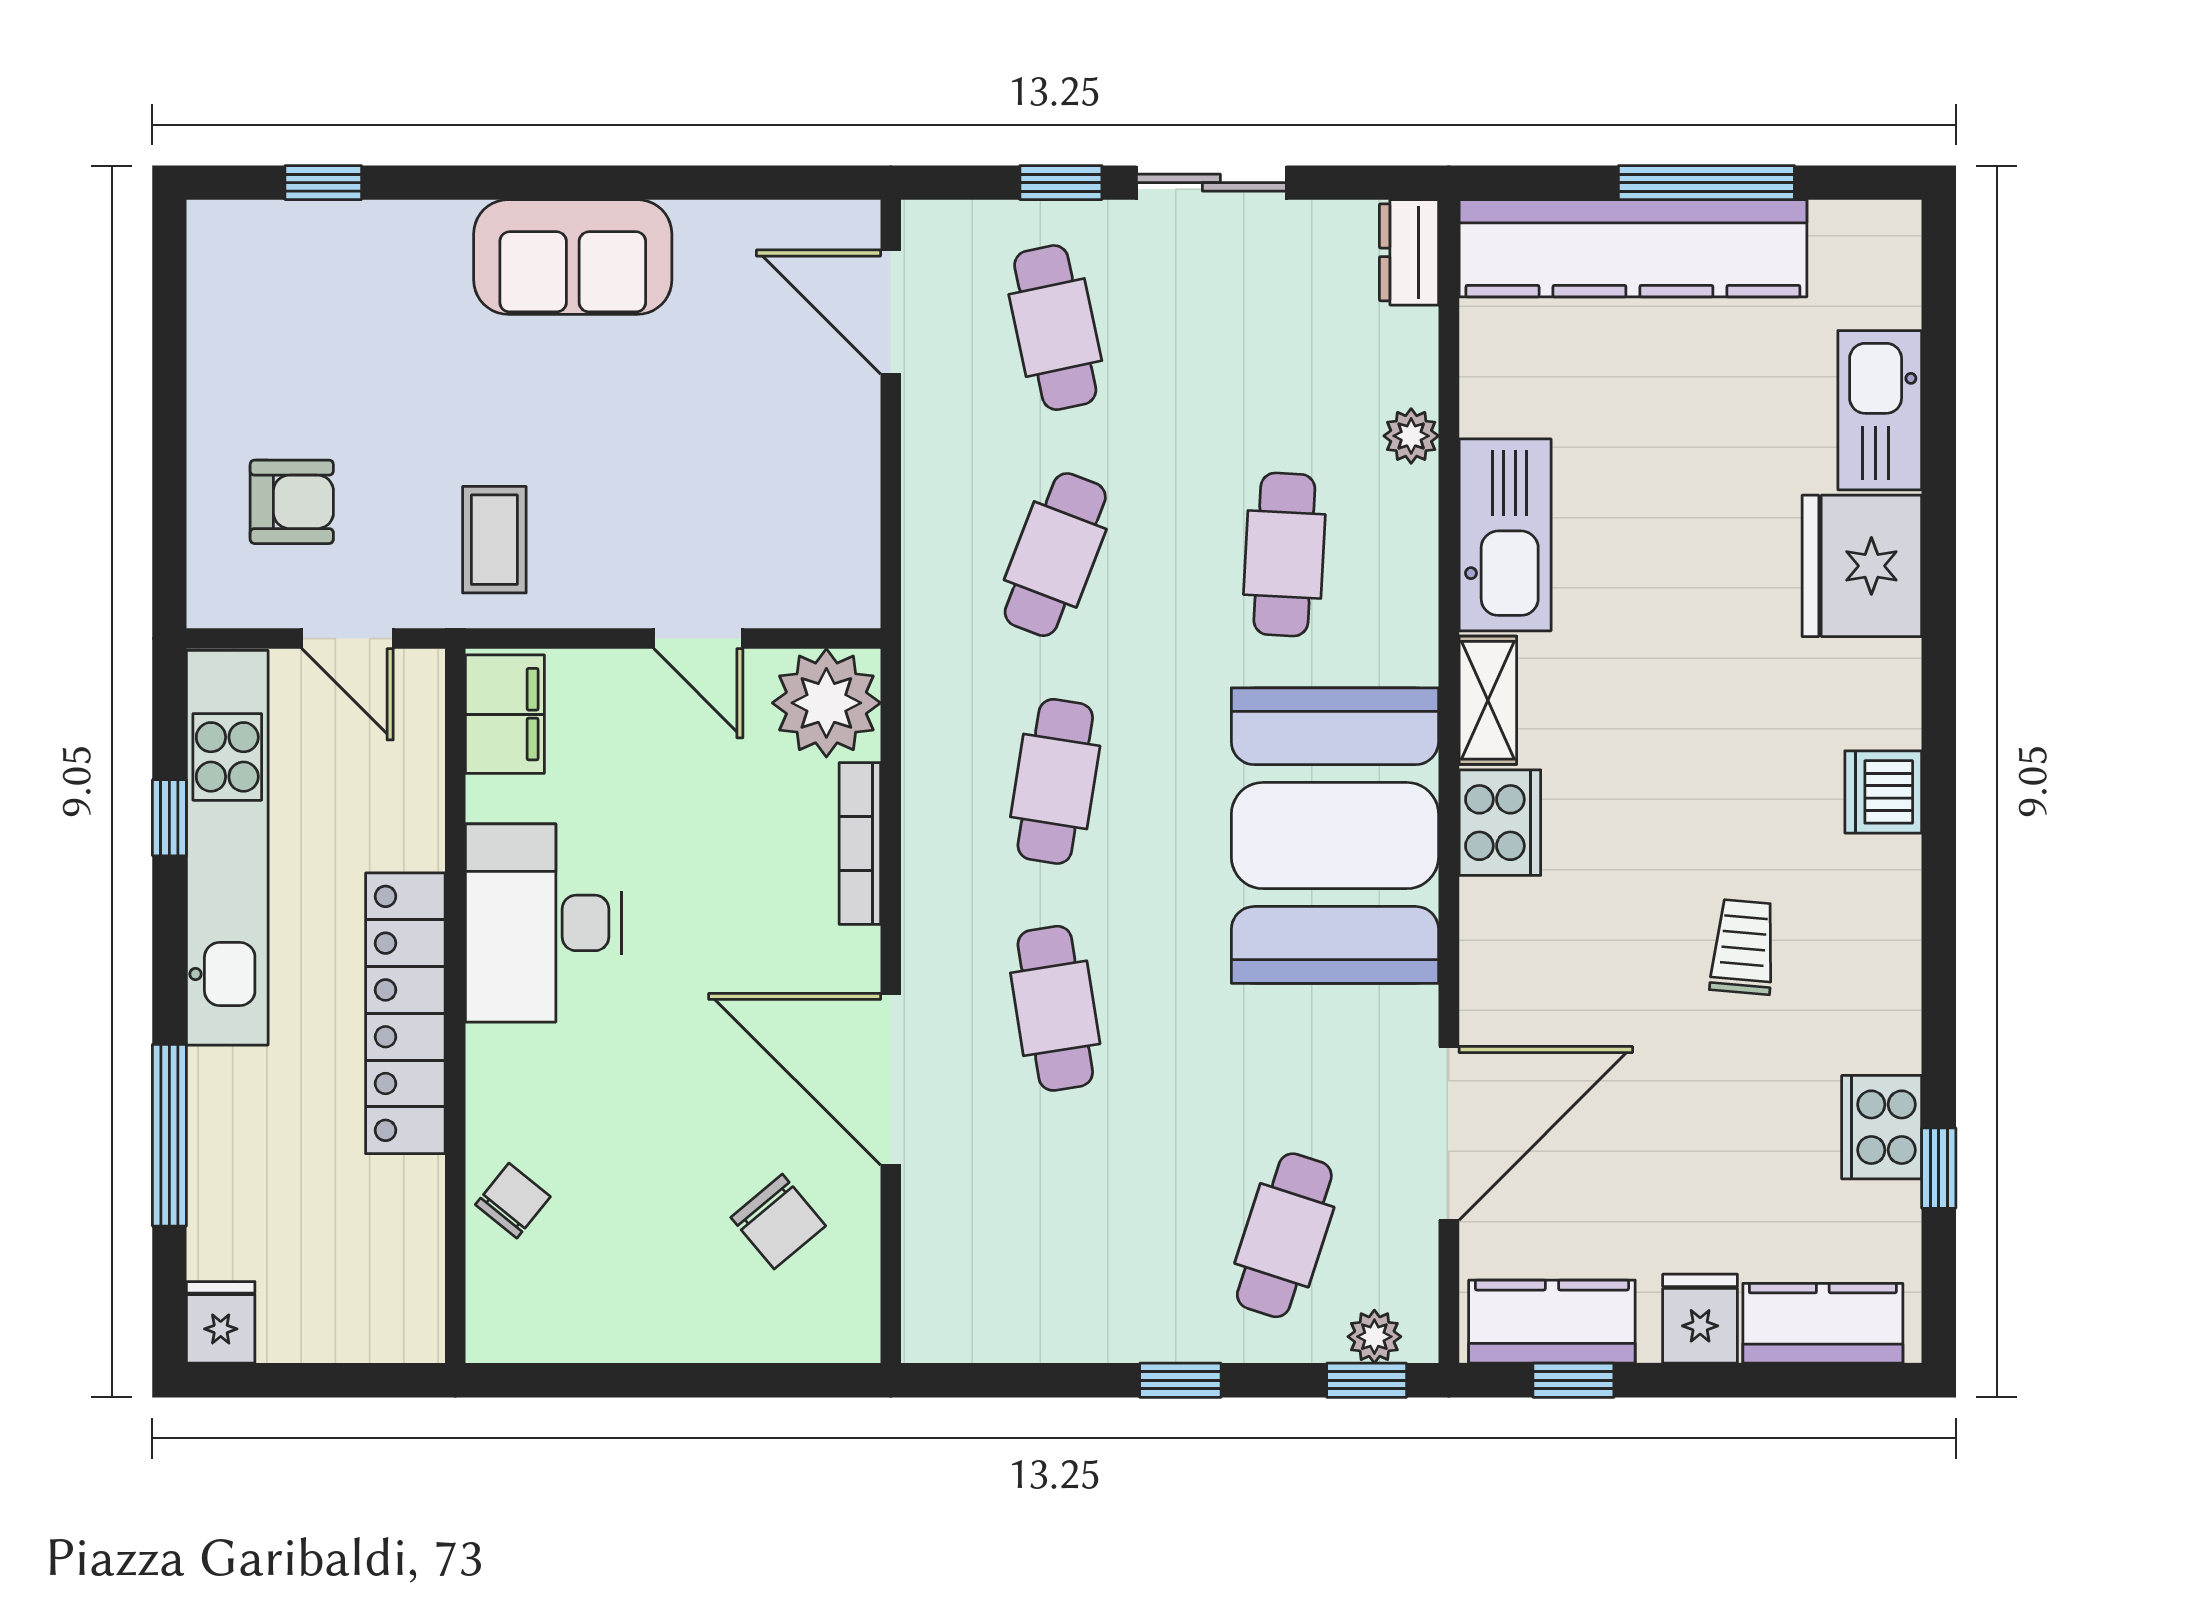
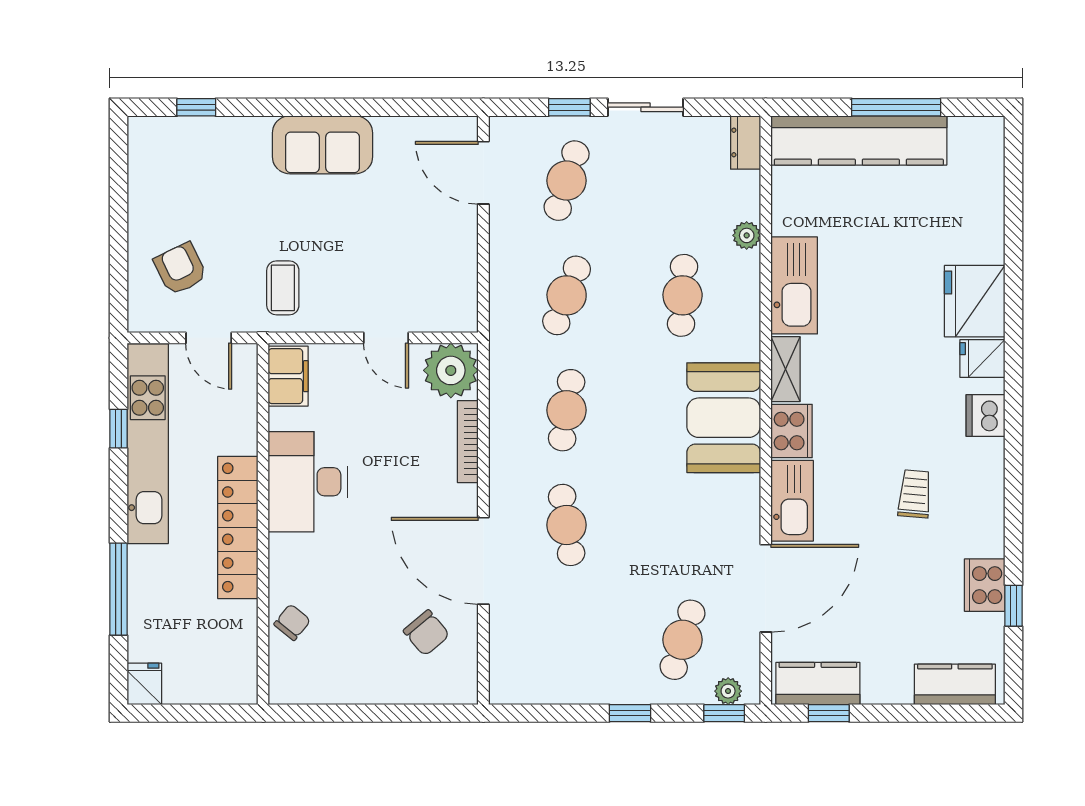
cafe table: (1055, 328) -> (567, 181), turned 30
kitchen sink: (1880, 410) -> (792, 501), moved, turned 180
armchair: (292, 502) -> (180, 269), turned -116
booth: (1335, 836) -> (724, 418), width x0.73, depth x0.70
fridge: (1700, 1319) -> (982, 359), moved, turned -90

